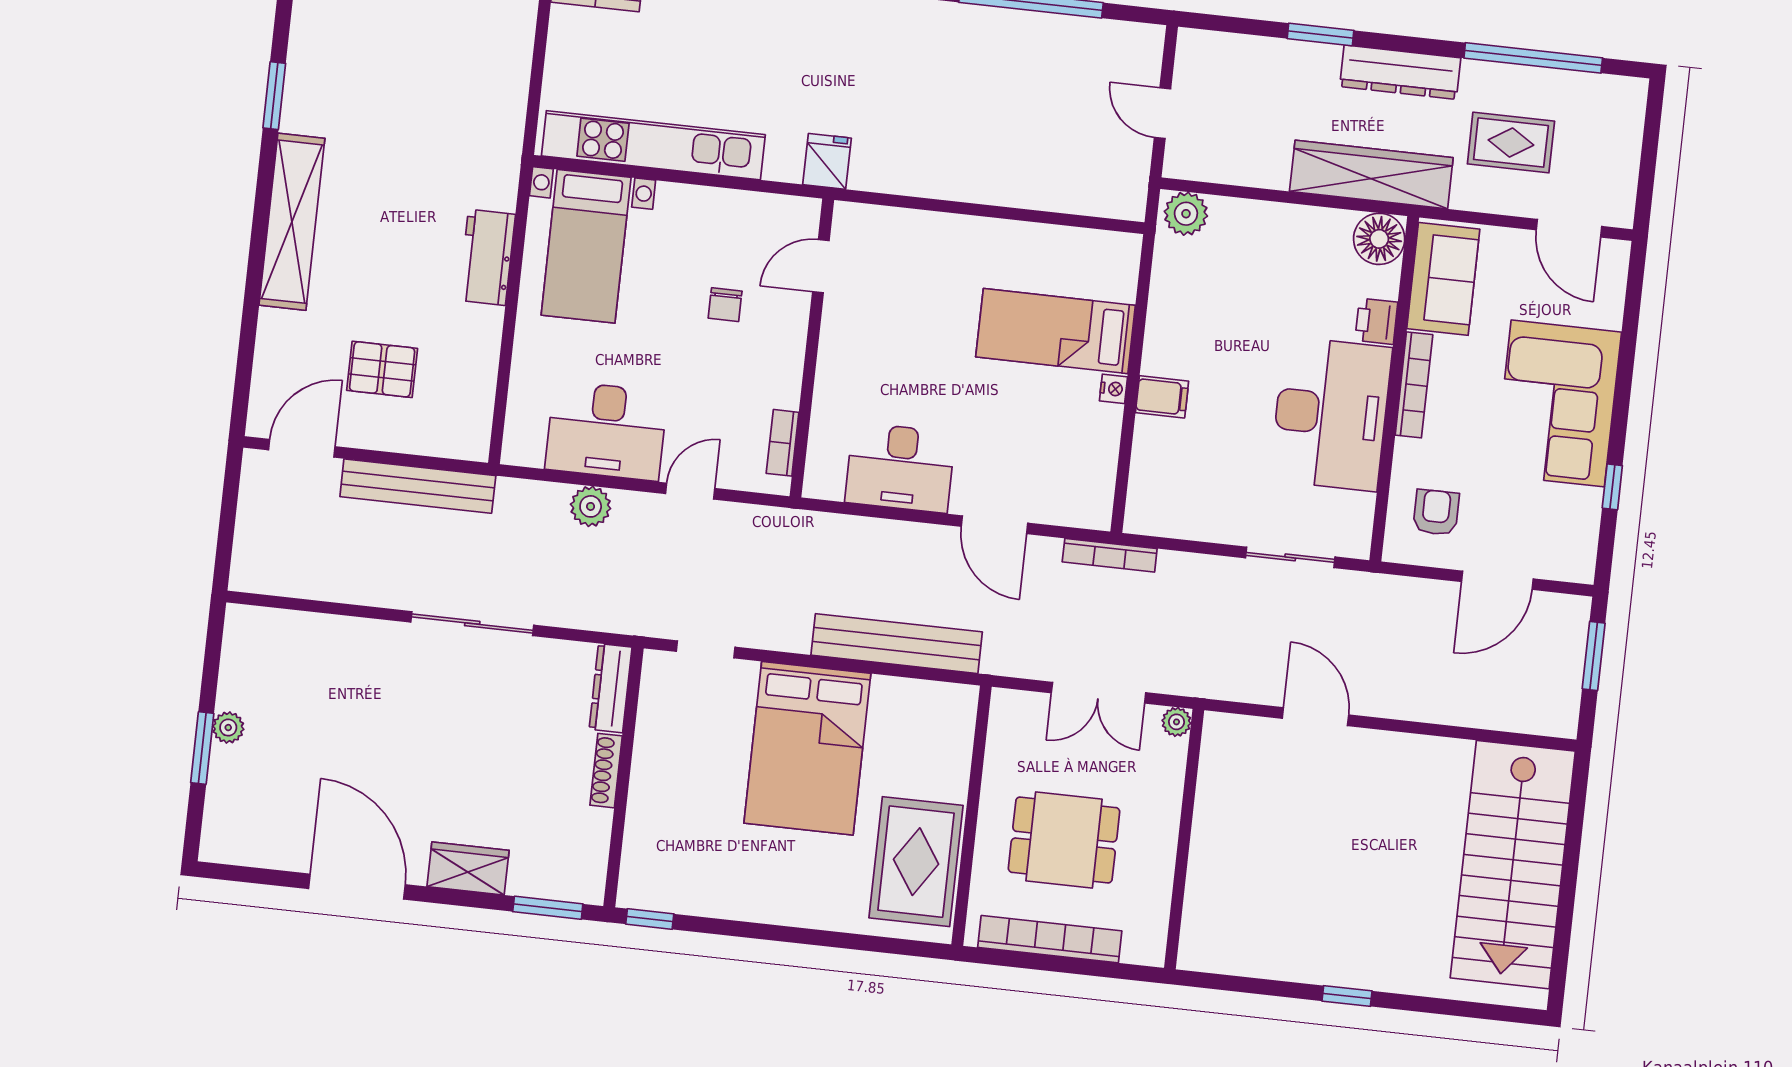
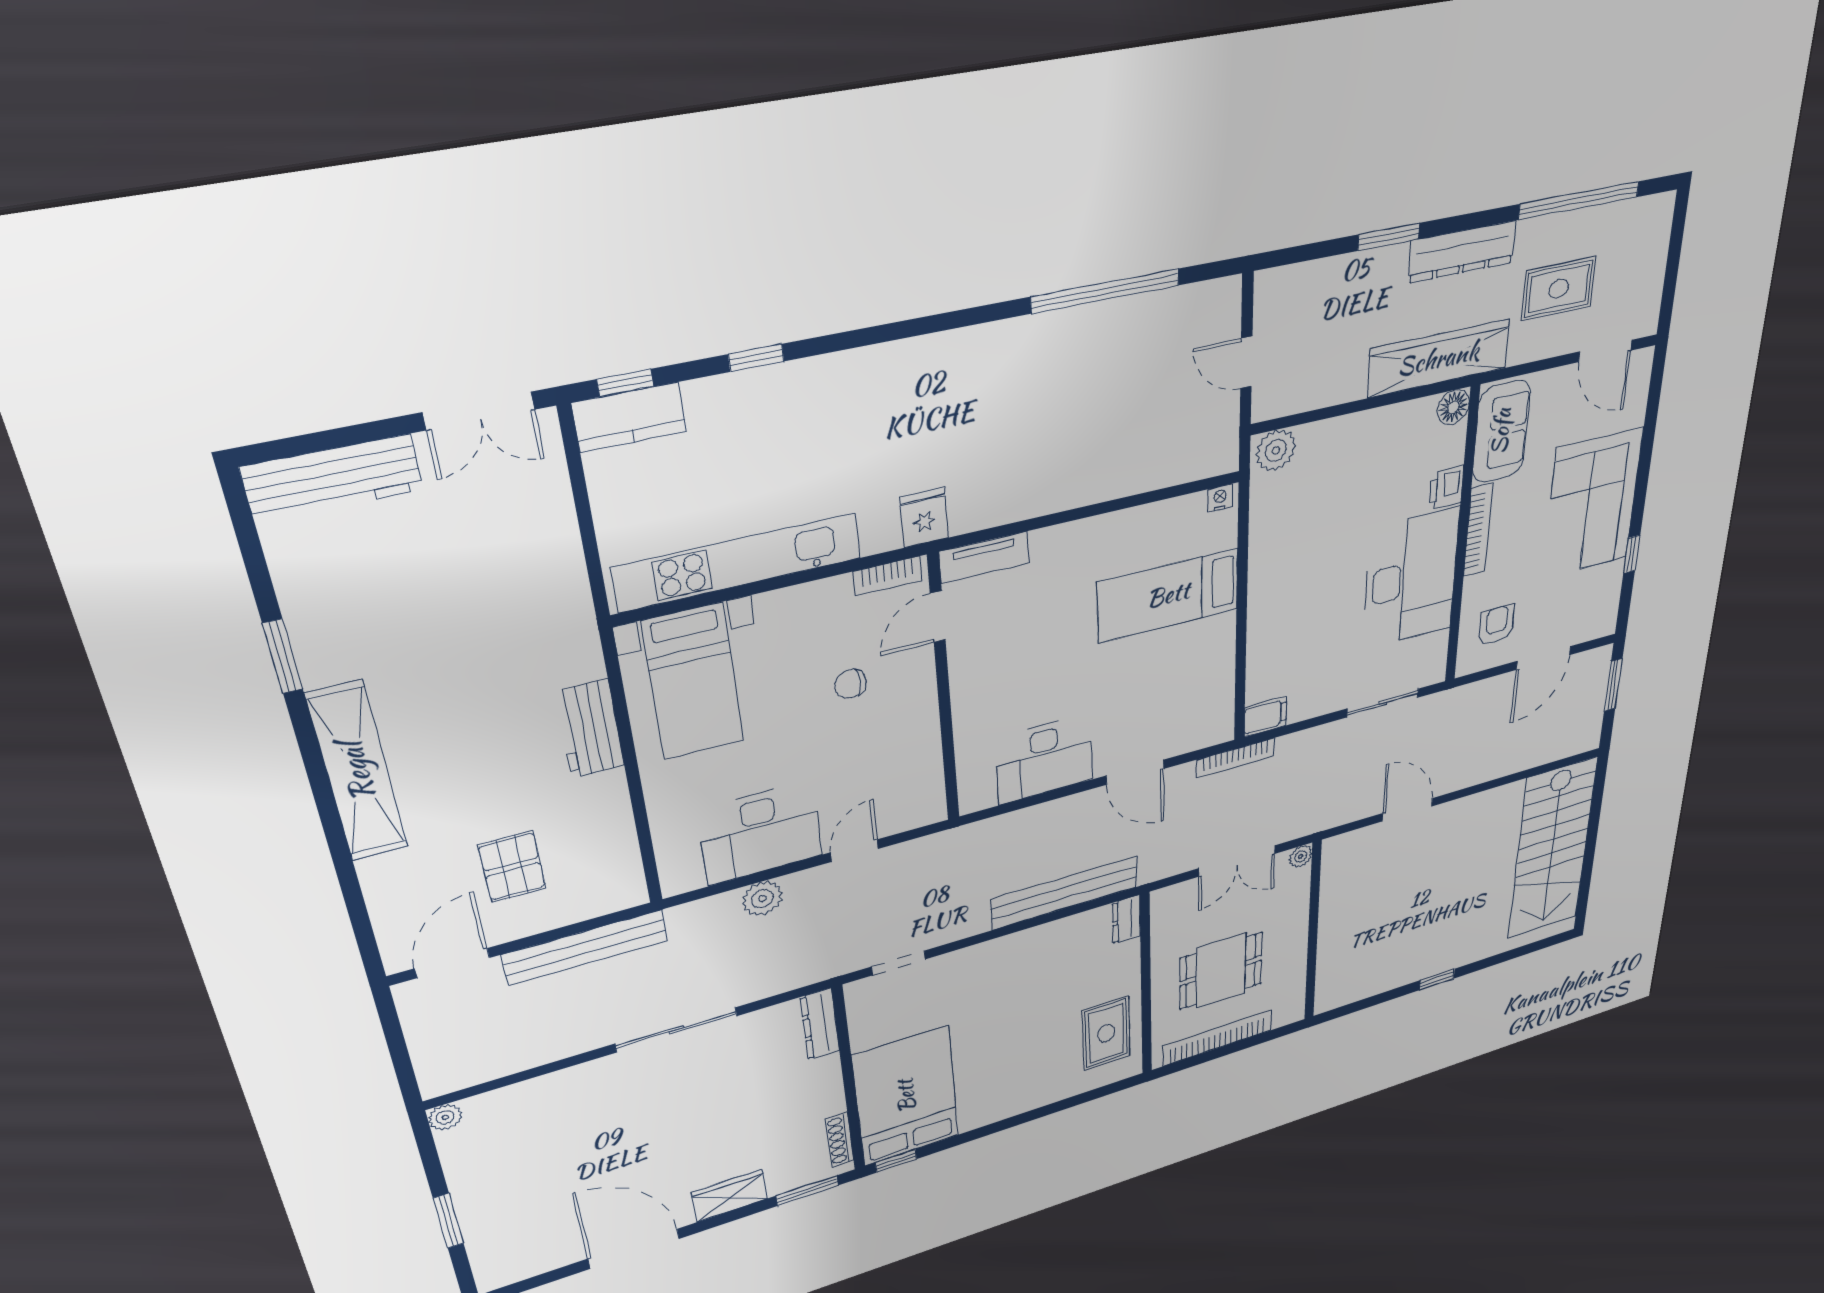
tv unit: (876, 221) -> (984, 557), added
floor lamp: (1379, 239) -> (1453, 407), width x0.73, depth x0.73
chair: (725, 305) -> (850, 684), turned 90
pallet: (382, 369) -> (512, 867), turned 90
nightstand: (1113, 389) -> (1220, 498), moved, turned -90
filing cabinet: (1162, 397) -> (1265, 717), moved
bookcase: (783, 443) -> (888, 576), moved, turned -90
dresser: (961, 712) -> (1126, 920), added
plant: (228, 728) -> (445, 1117), moved
bed: (807, 748) -> (906, 1096), moved, turned 180
shoe rack: (606, 771) -> (840, 1140), moved
rug: (916, 862) -> (1106, 1033), width x0.73, depth x0.70

